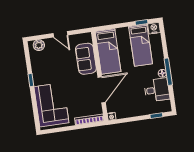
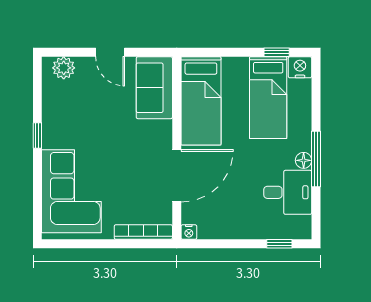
sofa: (86, 59) -> (154, 88), moved

